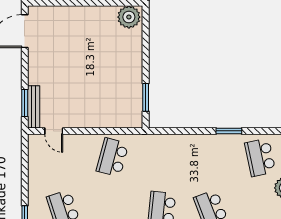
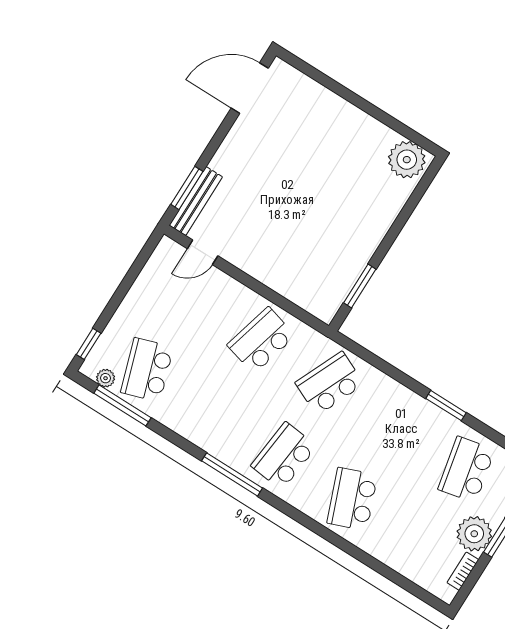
door: (54, 131) -> (203, 252), hinge flipped
school desk: (162, 157) -> (330, 383), added

